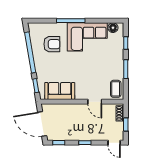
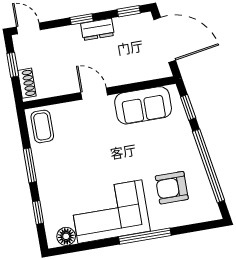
door: (95, 102) -> (94, 94), moved
dresser: (77, 136) -> (97, 29), added

